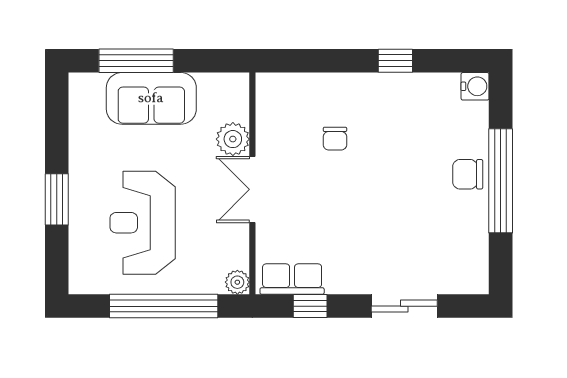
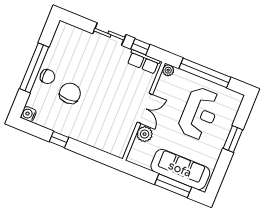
sofa: (151, 98) -> (180, 169), width x1.36
chair: (335, 139) -> (70, 93), moved, width x1.87, depth x1.87
sliding door: (404, 306) -> (109, 34), moved

